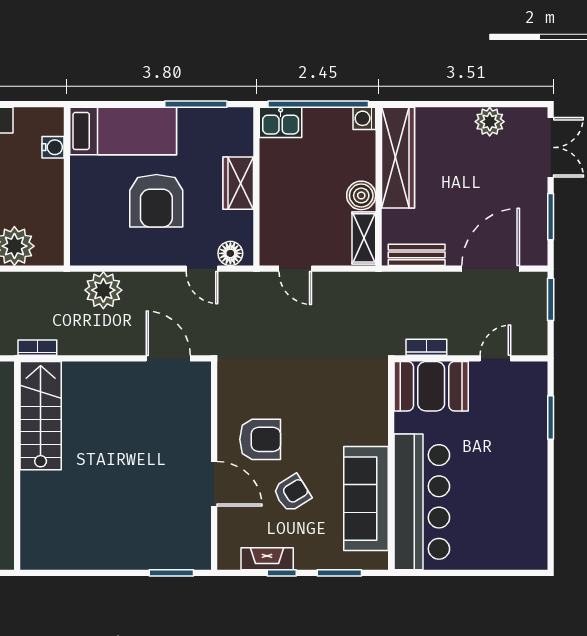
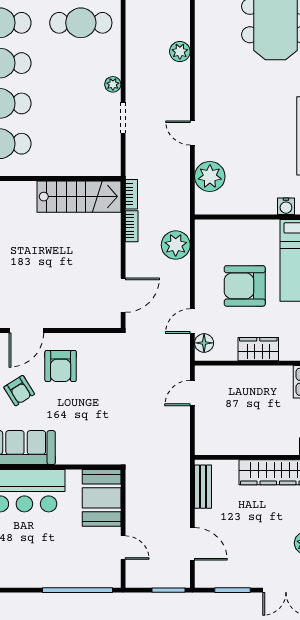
boiler: (361, 195) -> (249, 444), removed
shelving: (364, 238) -> (216, 446), removed
door: (491, 269) -> (192, 544), width x0.73
bookcase: (426, 347) -> (132, 226), moved
window: (551, 418) -> (77, 590), width x2.11

